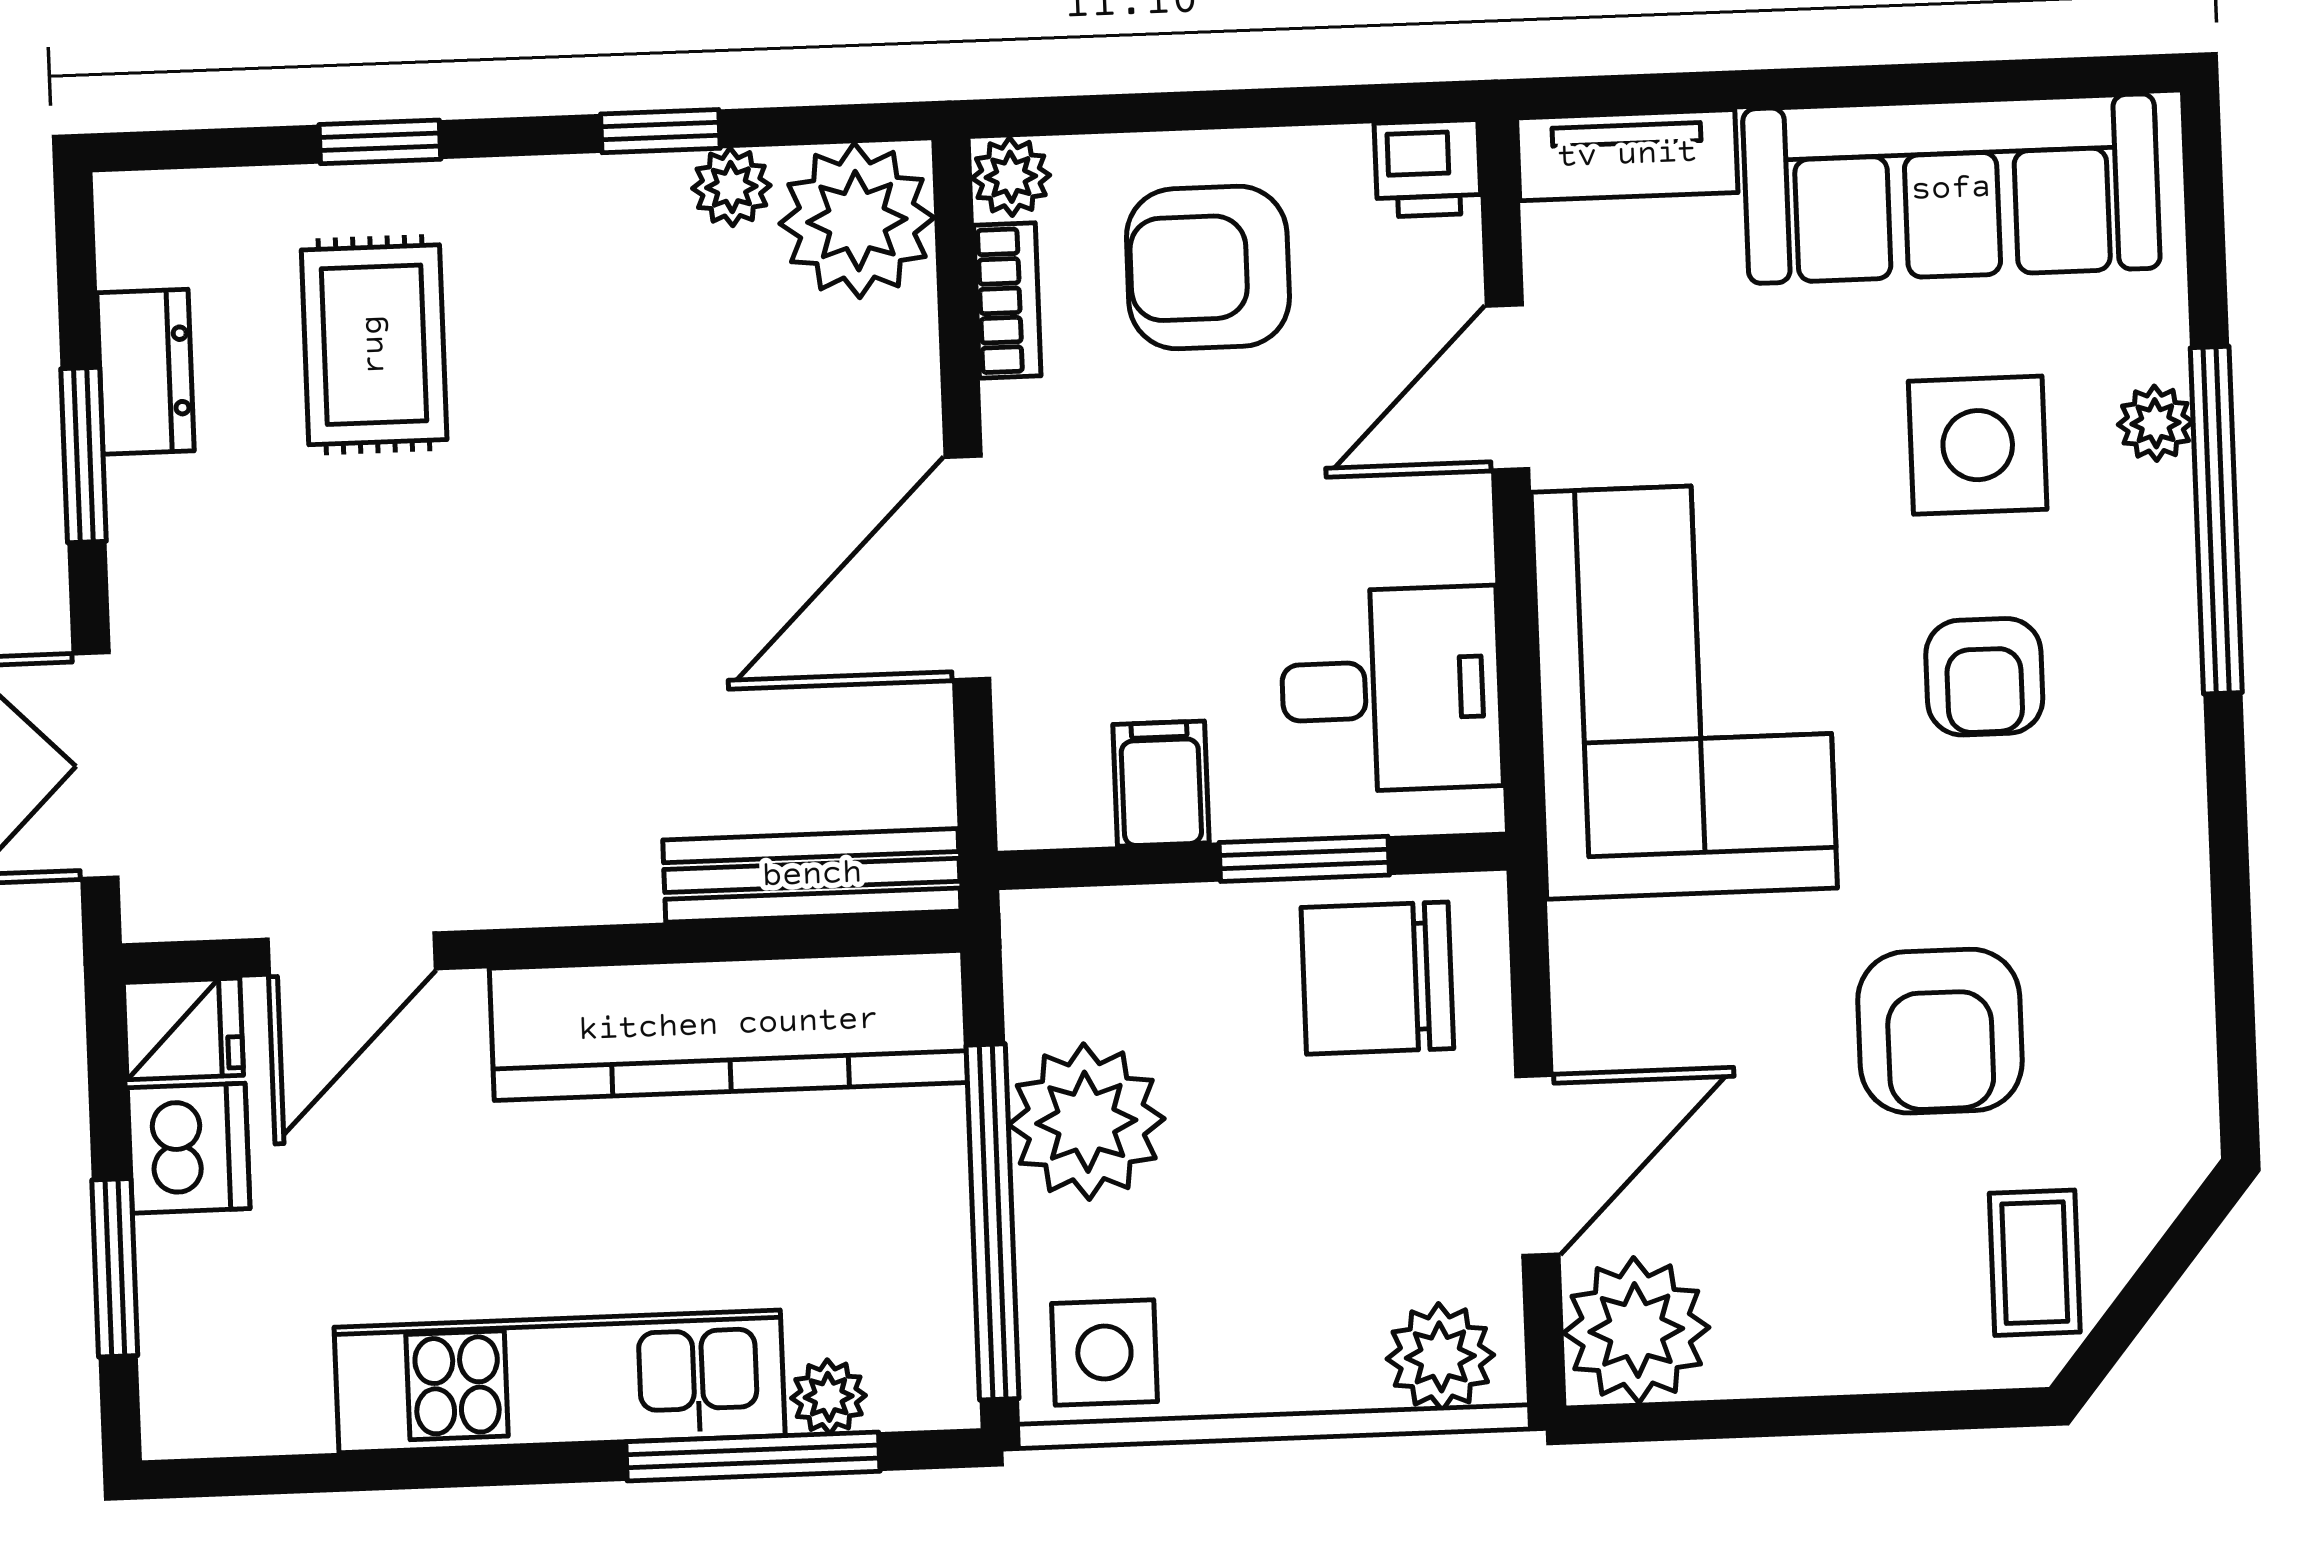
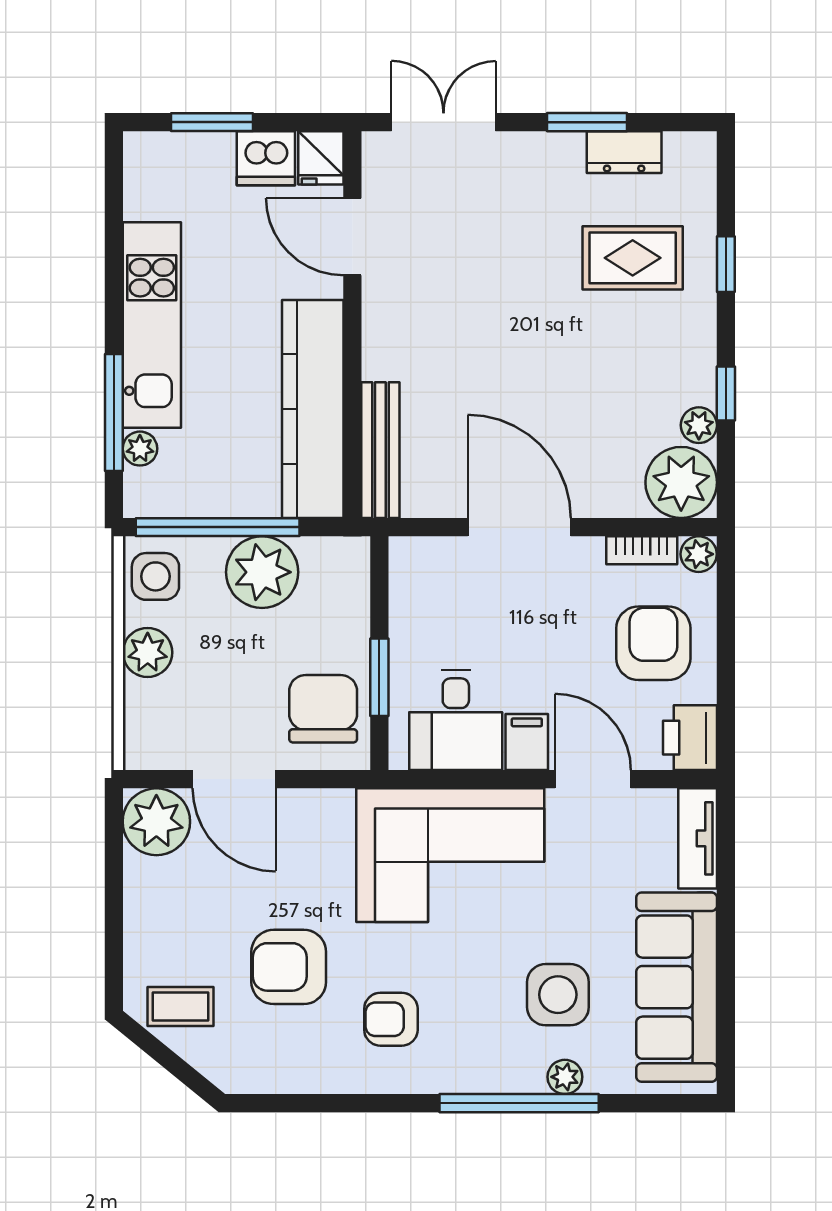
printer: (1428, 168) -> (690, 738), width x1.36, depth x1.24
armchair: (1984, 677) -> (391, 1019), moved
filing cabinet: (1161, 784) -> (527, 742), moved, turned -90
plant: (1440, 1357) -> (148, 652), moved

